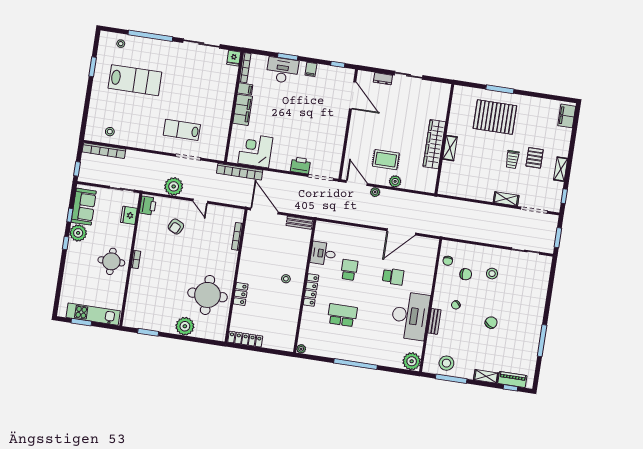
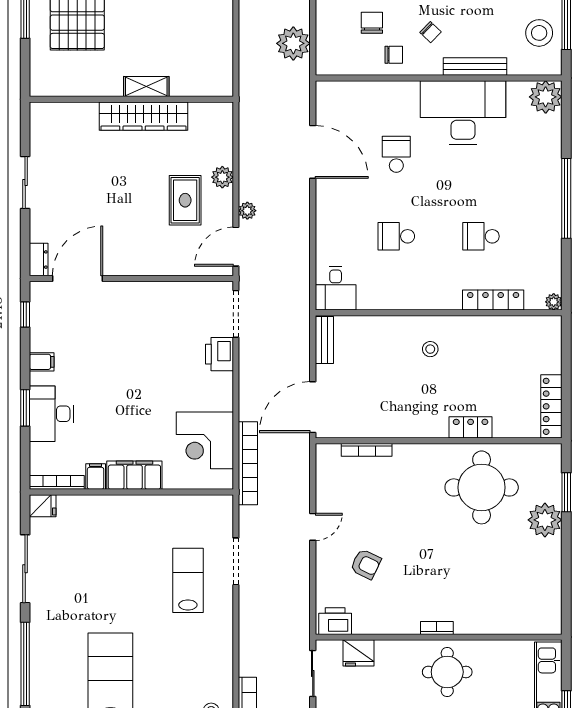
dresser: (383, 79) -> (39, 260), moved
lab bench: (182, 130) -> (188, 580), turned 180
plant: (174, 186) -> (293, 43), moved
desk: (323, 253) -> (336, 288), moved
chair: (448, 261) -> (394, 55), moved
locker: (311, 290) -> (493, 300), moved
school desk: (342, 315) -> (481, 236), width x0.54
bench: (434, 321) -> (475, 67), width x1.36
window: (148, 332) -> (566, 492), moved

